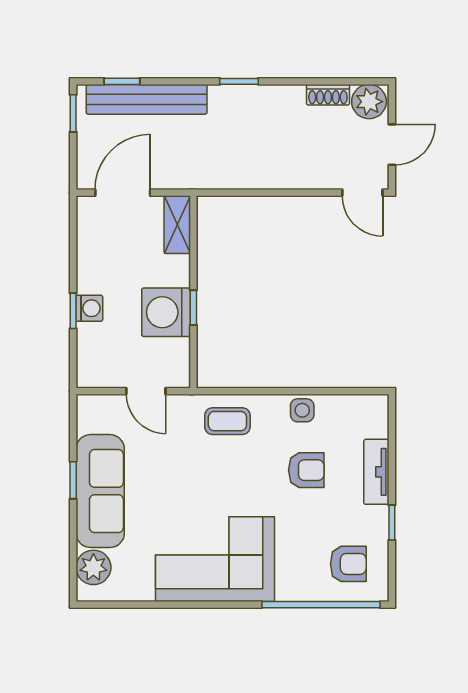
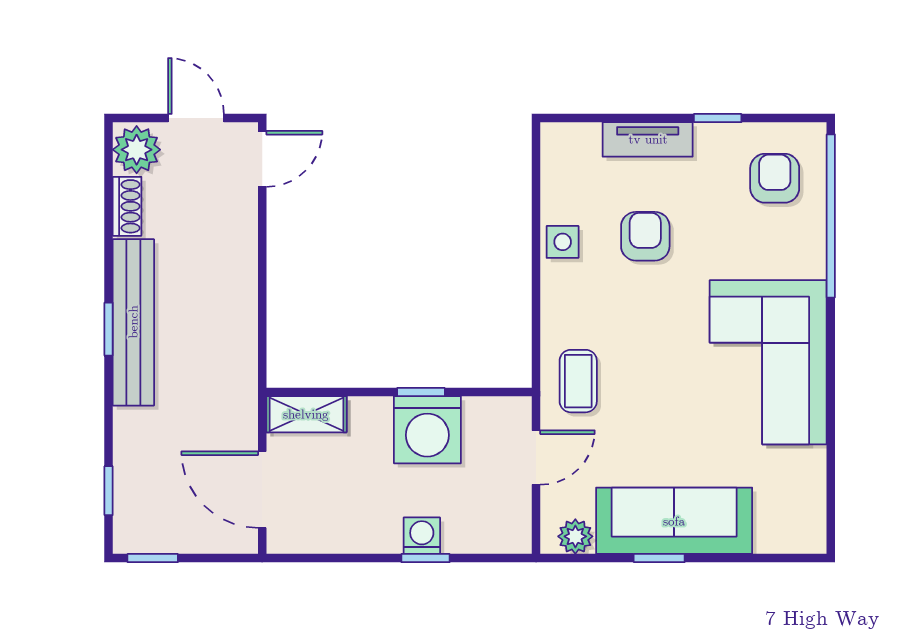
bench: (147, 99) -> (133, 322), moved
coffee table: (227, 421) -> (578, 381), moved
plant: (93, 567) -> (575, 536), moved, width x0.73, depth x0.73

